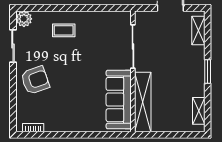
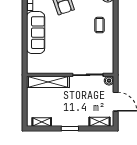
boiler: (141, 17) -> (109, 81), added
sofa: (119, 100) -> (36, 33), moved, turned 90

